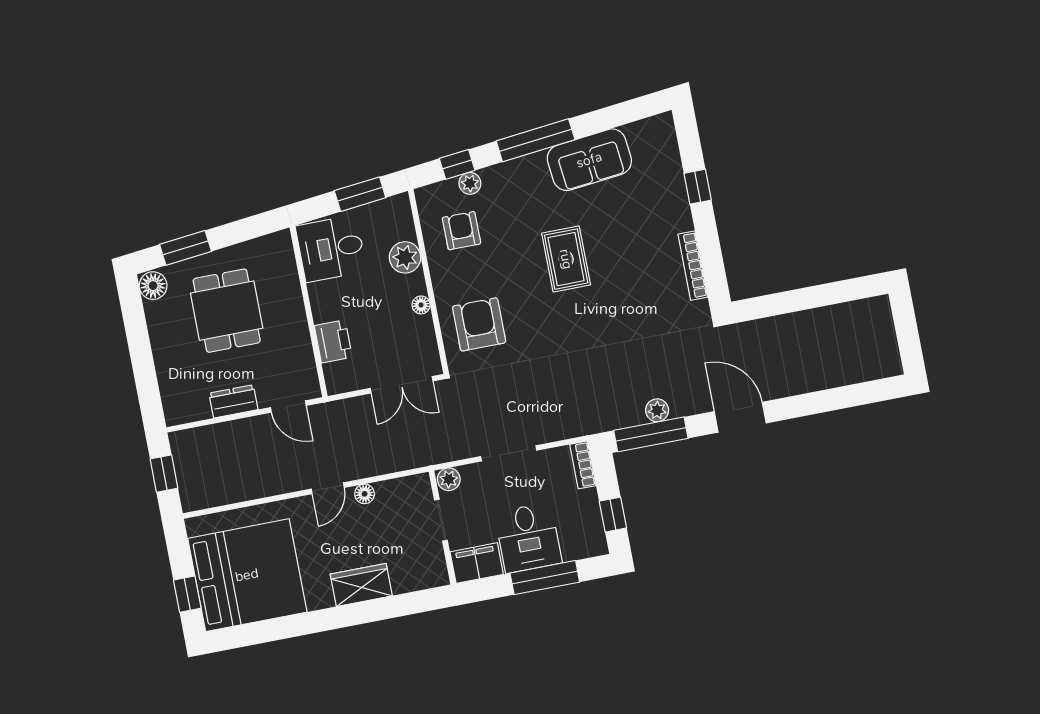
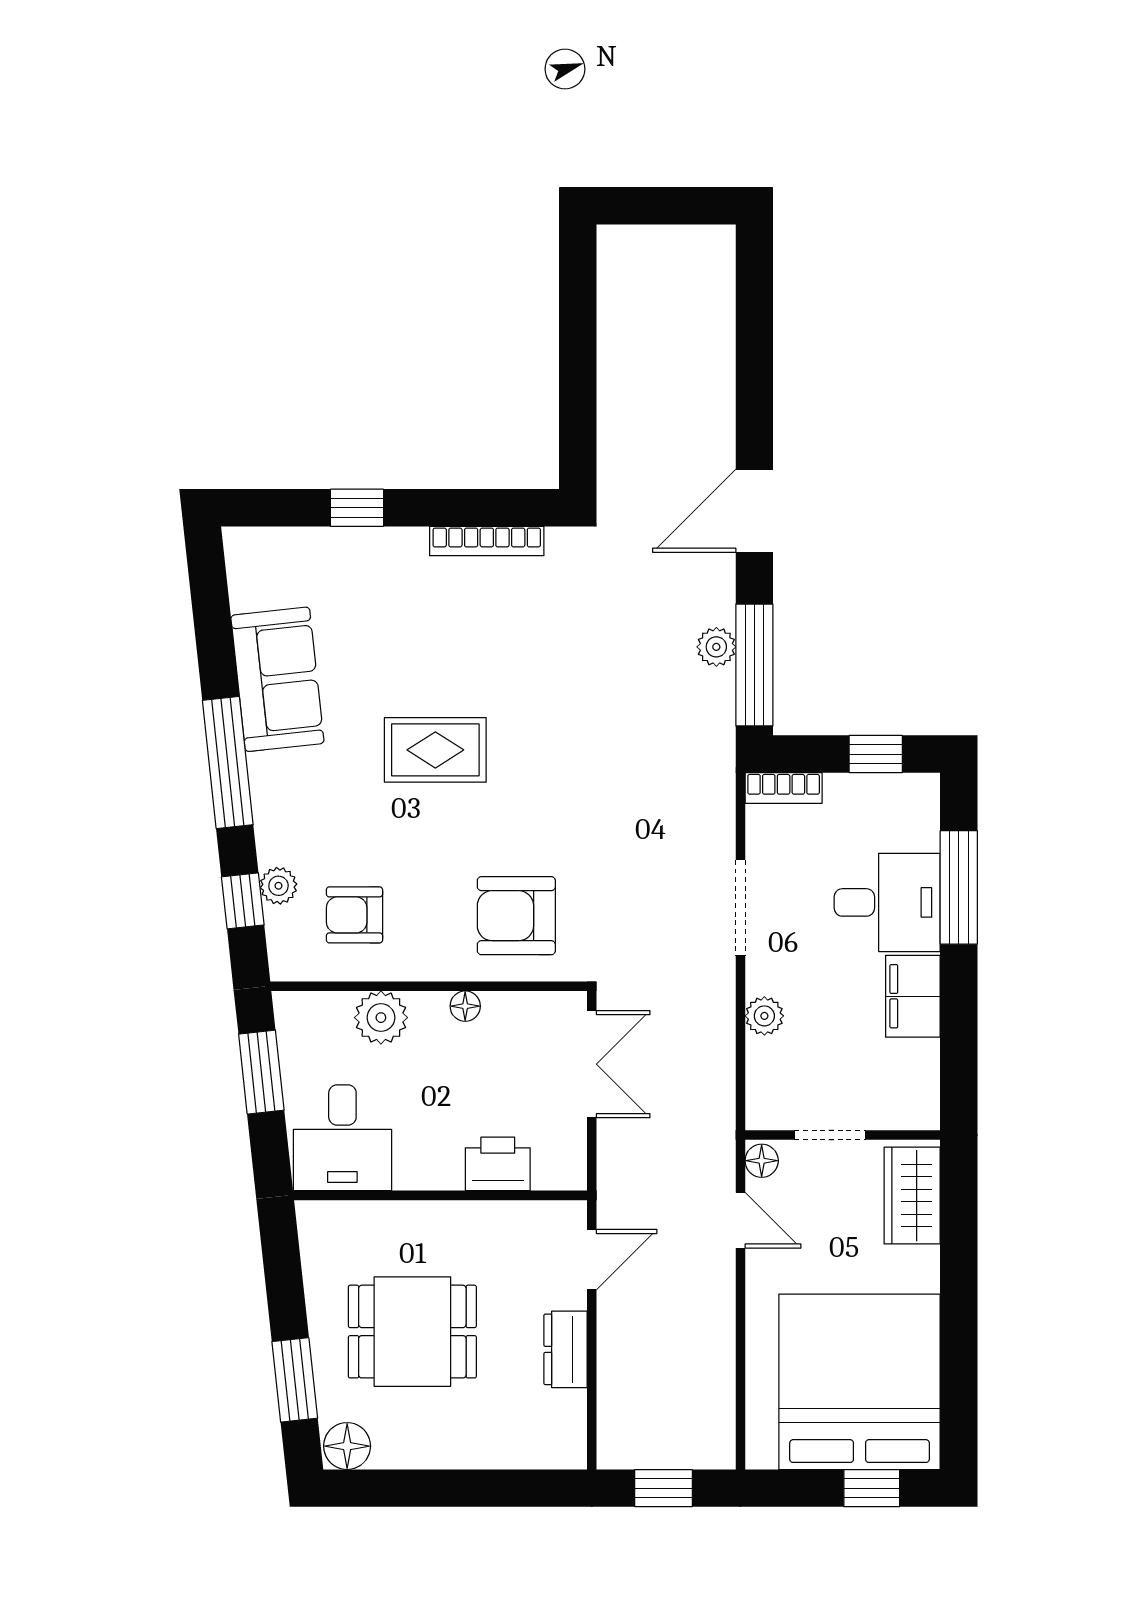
doorway: (441, 520) -> (830, 1135), moved
wall: (442, 528) -> (843, 1135), moved

